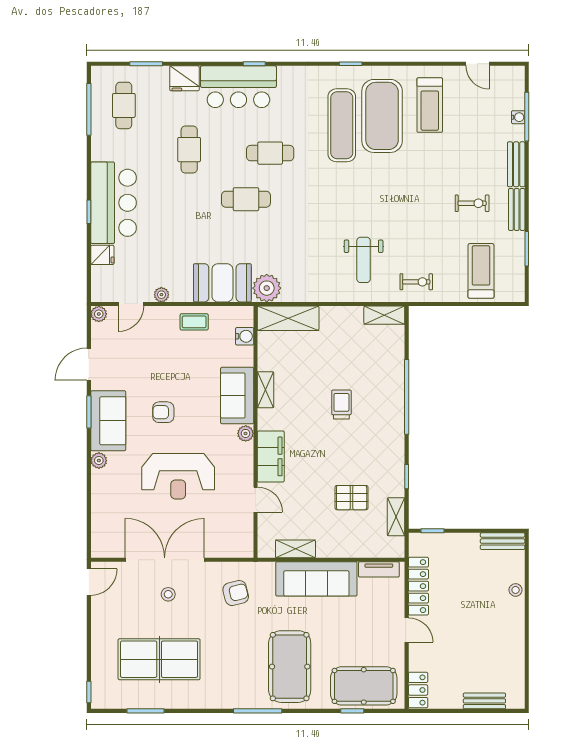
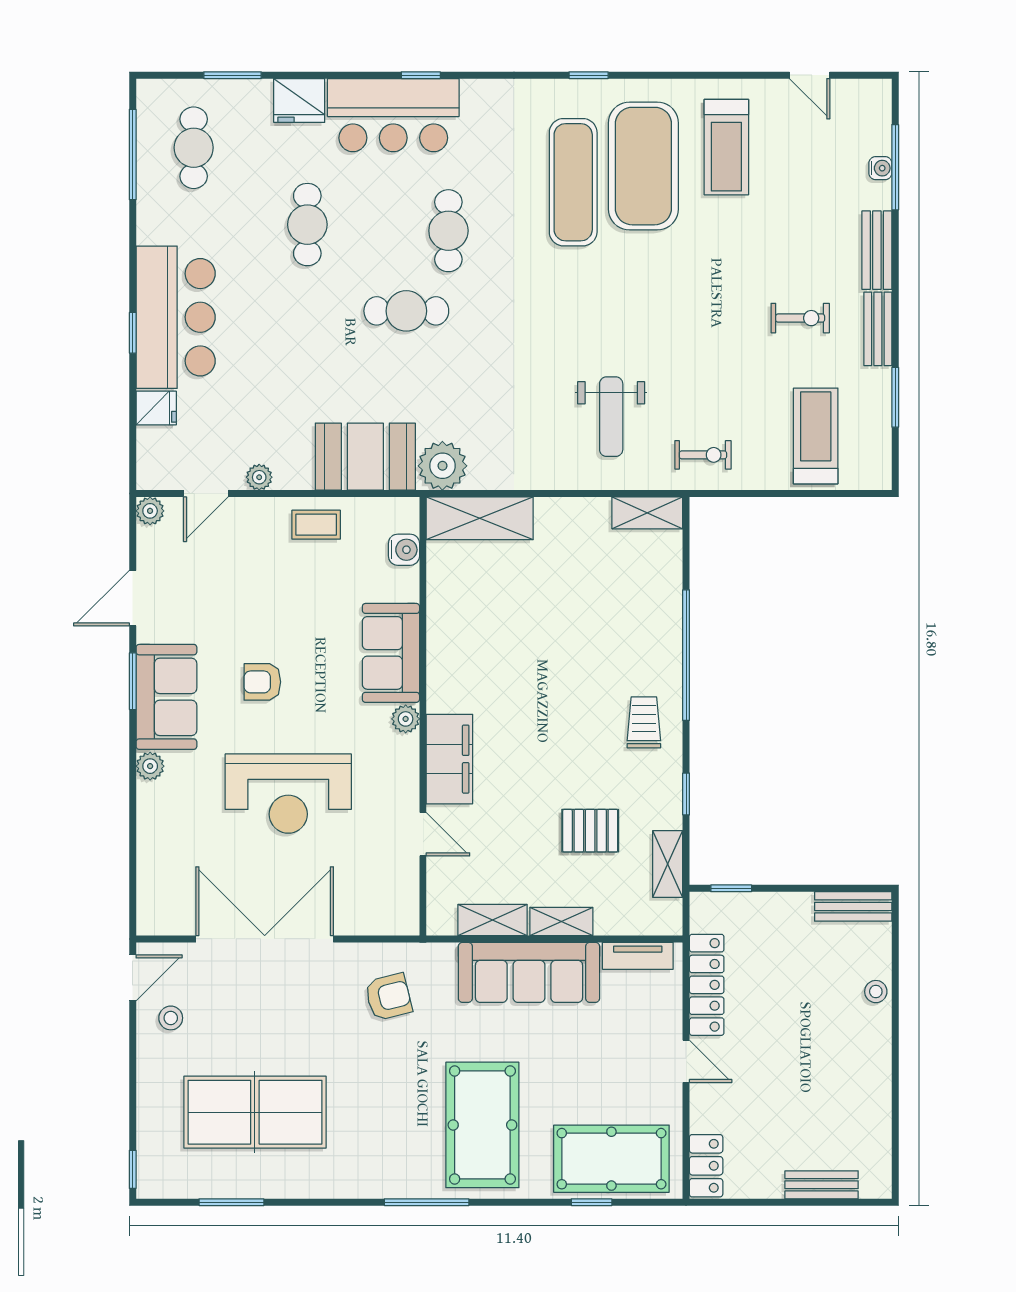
cafe table: (270, 153) -> (448, 231), turned 90
shelving: (266, 390) -> (561, 921), moved, turned 90
trolley: (341, 404) -> (644, 722), moved
stool: (168, 594) -> (171, 1018), moved

